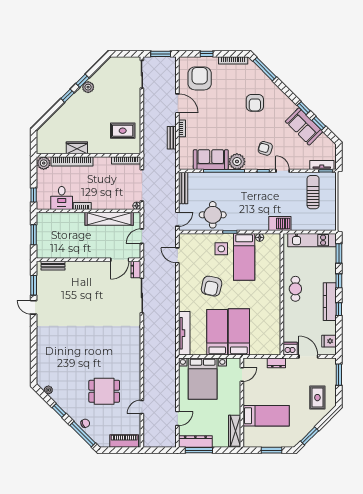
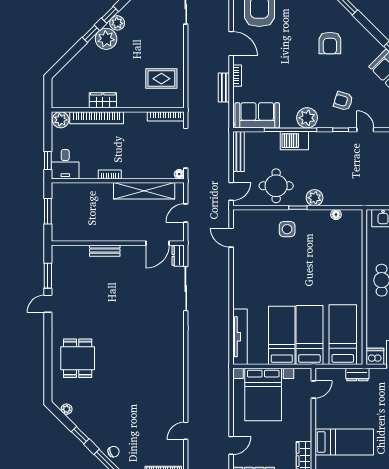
plant: (79, 100) -> (106, 39), added
sofa: (211, 160) -> (257, 115), moved
desk: (62, 198) -> (65, 164), moved
barbecue: (280, 223) -> (294, 141), moved, turned 180
plant: (243, 224) -> (315, 198), added
bed: (244, 257) -> (343, 335), moved, turned 180
bench: (53, 266) -> (105, 251), moved
armchair: (212, 286) -> (275, 277), removed
door: (34, 307) -> (48, 304), hinge flipped
dining table: (104, 391) -> (78, 358), moved, turned 90

